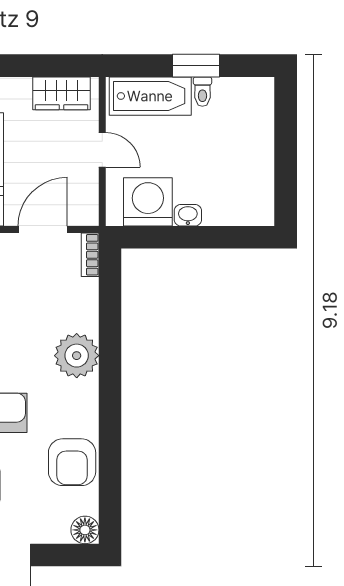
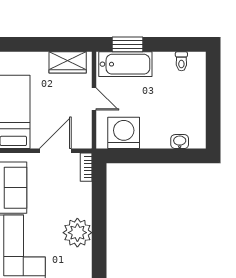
window: (196, 66) -> (128, 44), moved
toilet: (202, 92) -> (181, 61), moved
washbasin: (188, 215) -> (180, 142), moved

